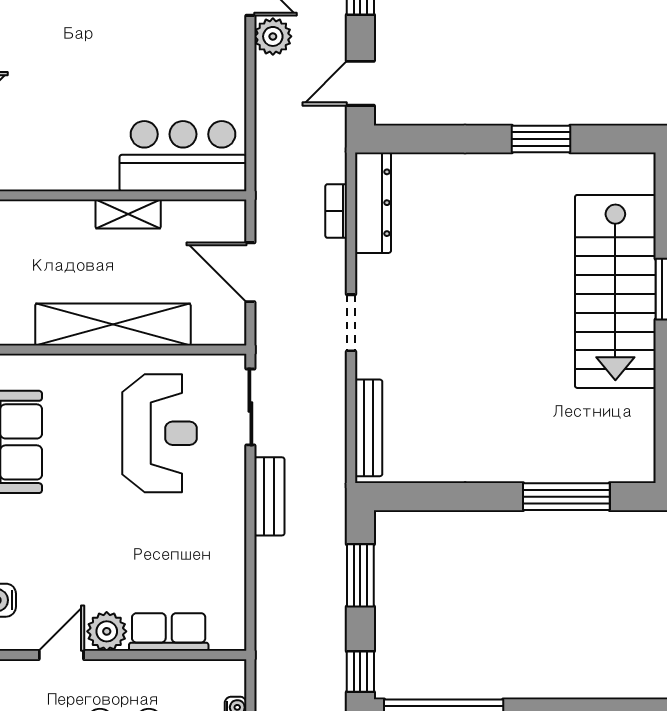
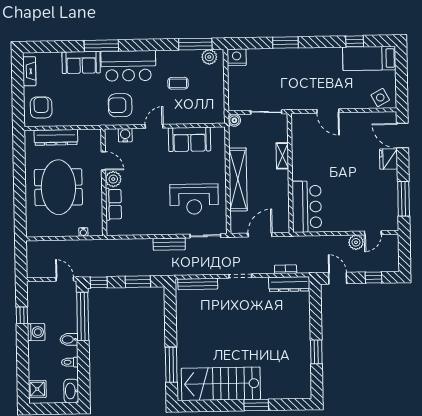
shelving: (128, 214) -> (282, 156), moved
stairs: (615, 291) -> (221, 384), moved

